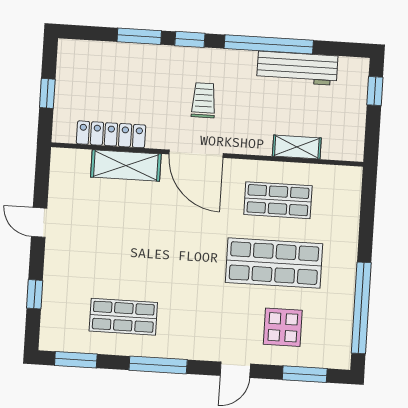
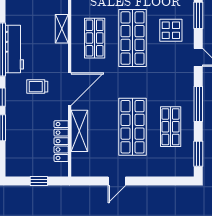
workbench: (297, 68) -> (14, 49), moved
shop shelf: (127, 254) -> (133, 127), added
window: (35, 294) -> (160, 181), removed

